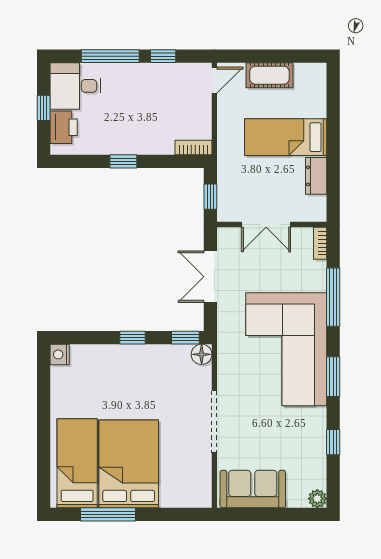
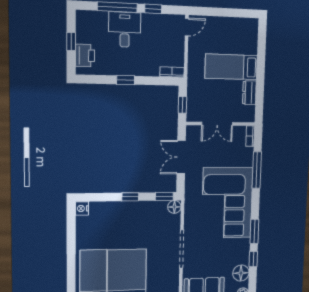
cot: (269, 75) -> (222, 25), removed
desk: (75, 86) -> (125, 30), moved, turned 90
window: (333, 377) -> (254, 231), moved
floor lamp: (313, 465) -> (241, 273), added

